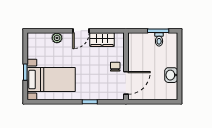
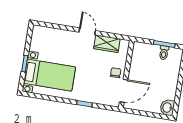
door: (81, 31) -> (87, 31), swing flipped
plant: (57, 38) -> (62, 35), removed
washbasin: (171, 75) -> (167, 108), moved

